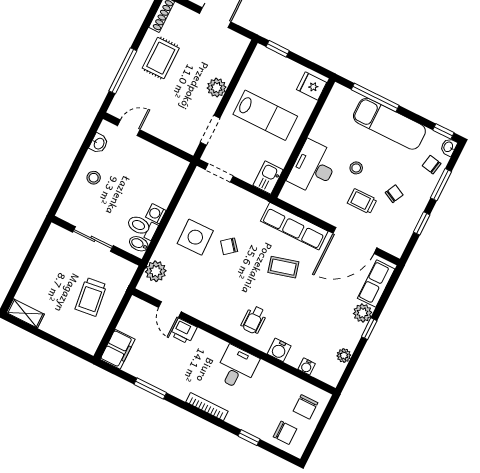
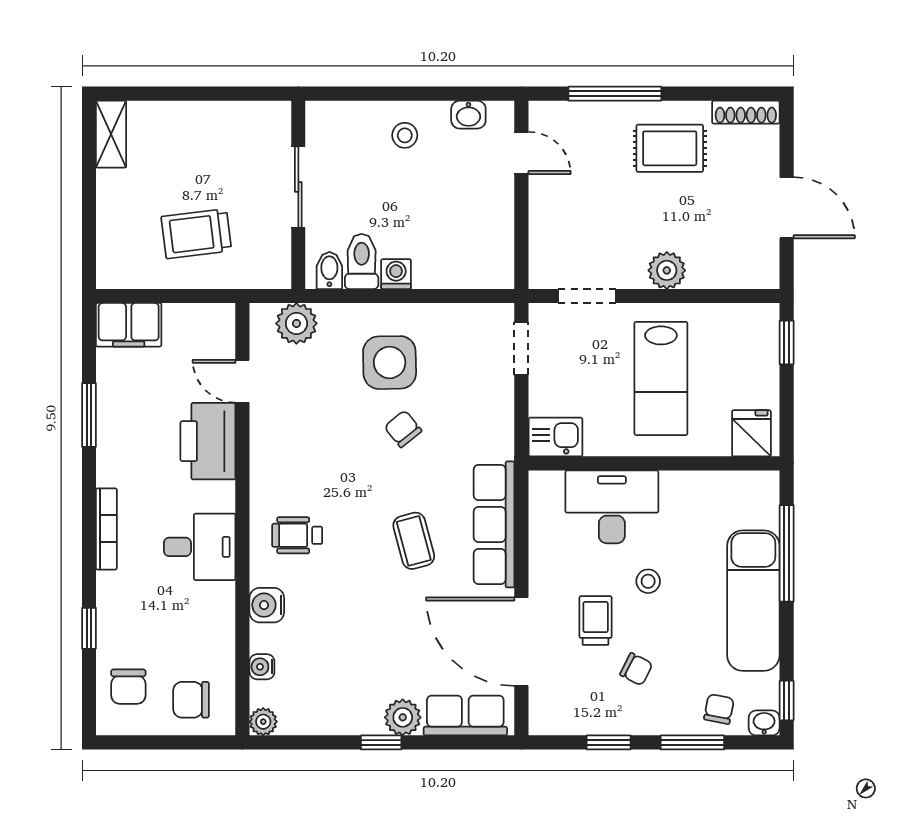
door: (170, 310) -> (242, 381), hinge flipped
printer: (184, 331) -> (208, 441), width x1.87, depth x1.48
plant: (344, 355) -> (263, 722), moved

